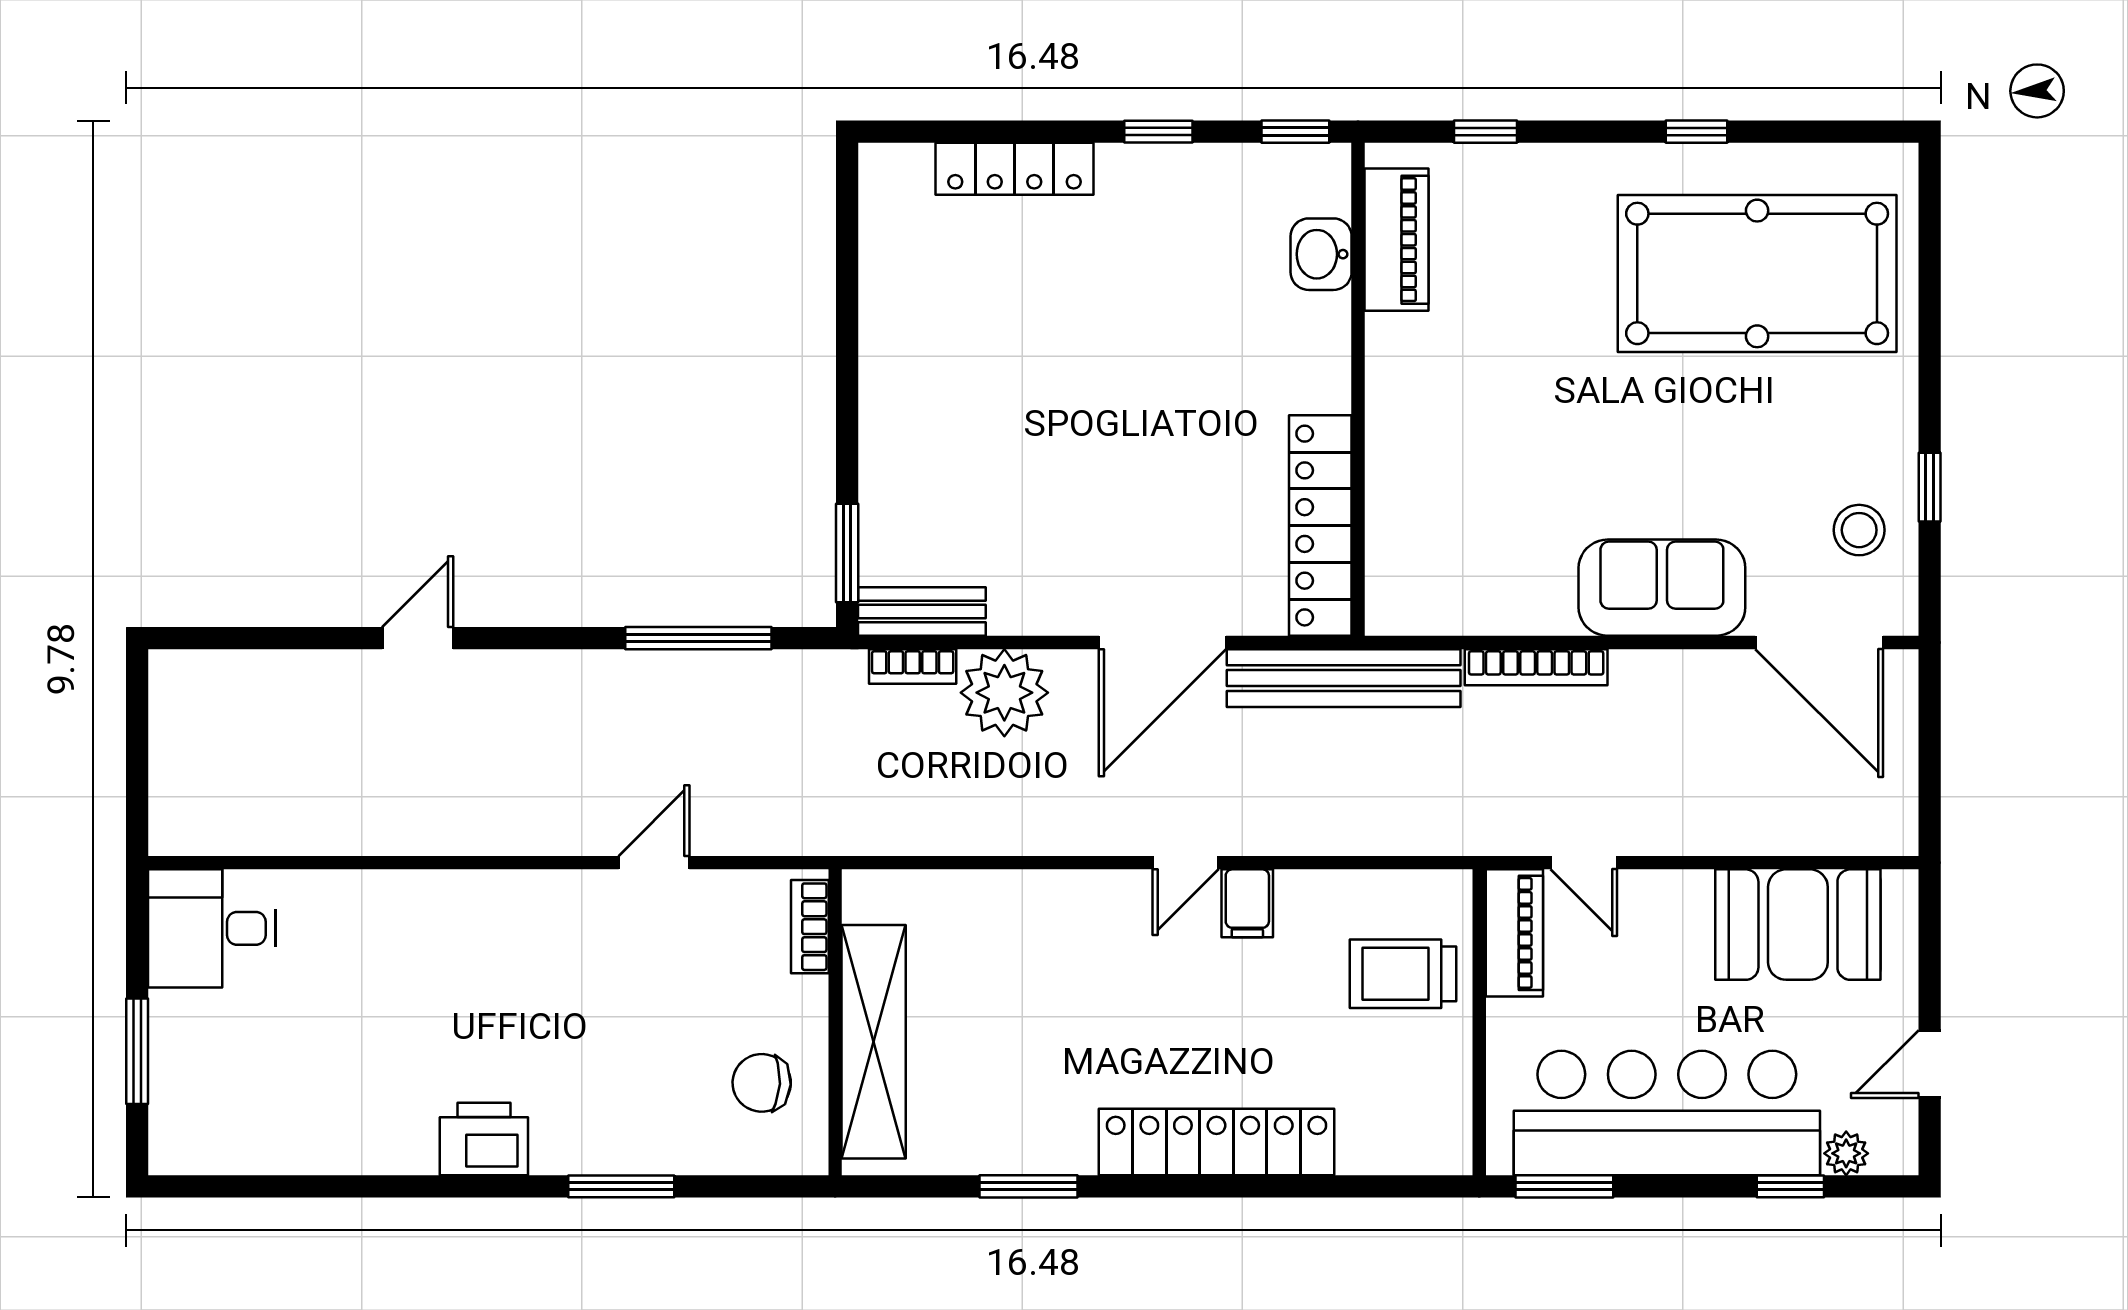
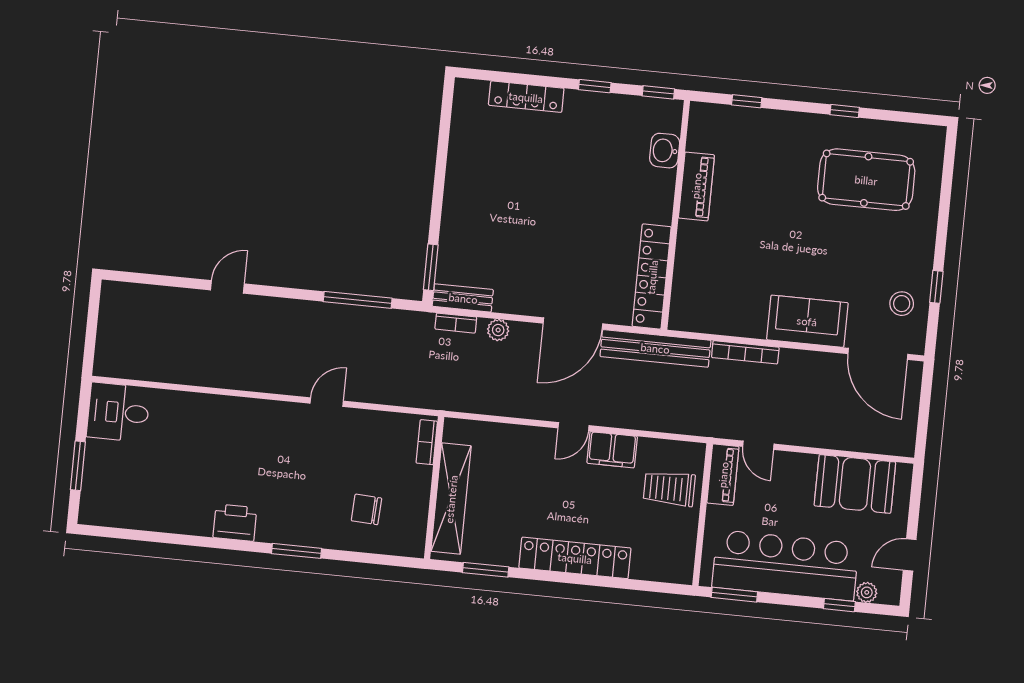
piano: (1397, 240) -> (696, 186), moved
pool table: (1757, 273) -> (866, 180), width x0.73, depth x0.76
plant: (1004, 693) -> (498, 330), width x0.53, depth x0.53
filing cabinet: (1247, 903) -> (612, 450), width x2.00
bookcase: (810, 927) -> (427, 442), moved
wall: (835, 1022) -> (434, 488), moved
shelving: (874, 1042) -> (451, 499), moved

